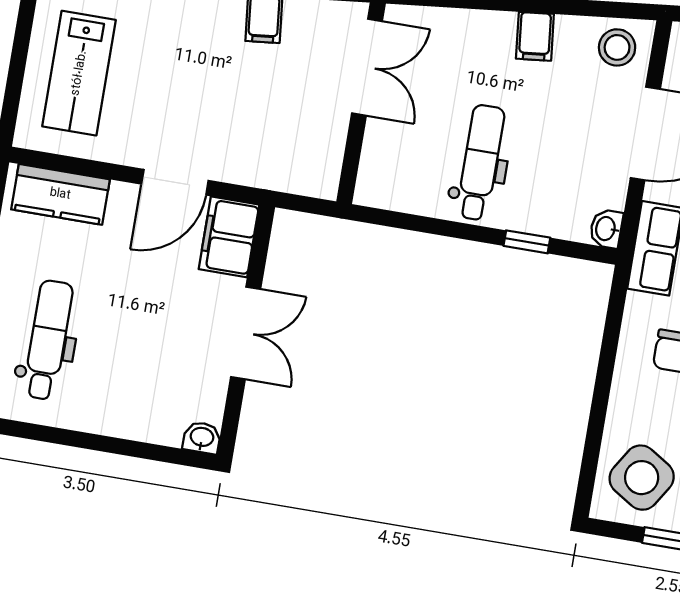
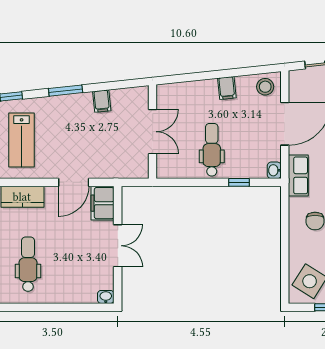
double door: (367, 67) -> (153, 132), moved

